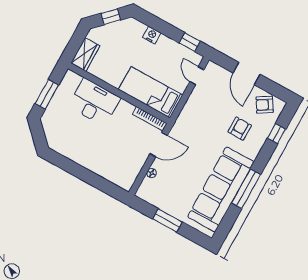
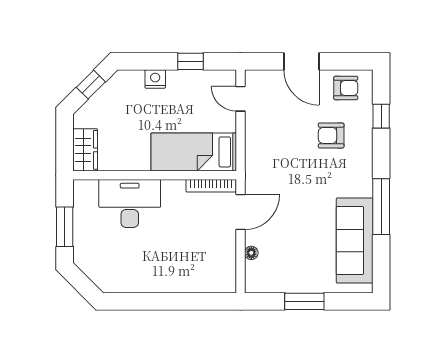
window: (190, 42) -> (191, 61), moved
armchair: (265, 105) -> (346, 88), turned -148
armchair: (240, 129) -> (331, 135), turned -90
sofa: (221, 189) -> (355, 240), width x0.74, depth x0.79

